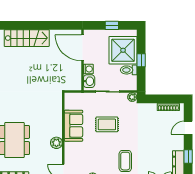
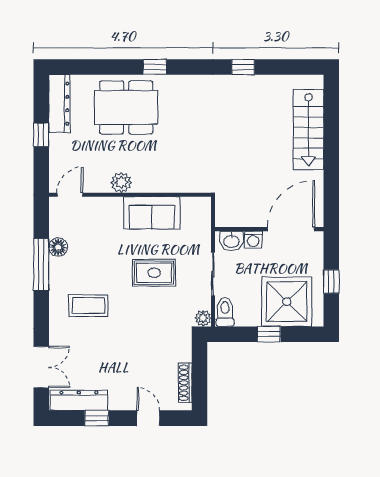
toilet: (129, 70) -> (225, 312), moved
rug: (107, 124) -> (154, 273), turned 90

